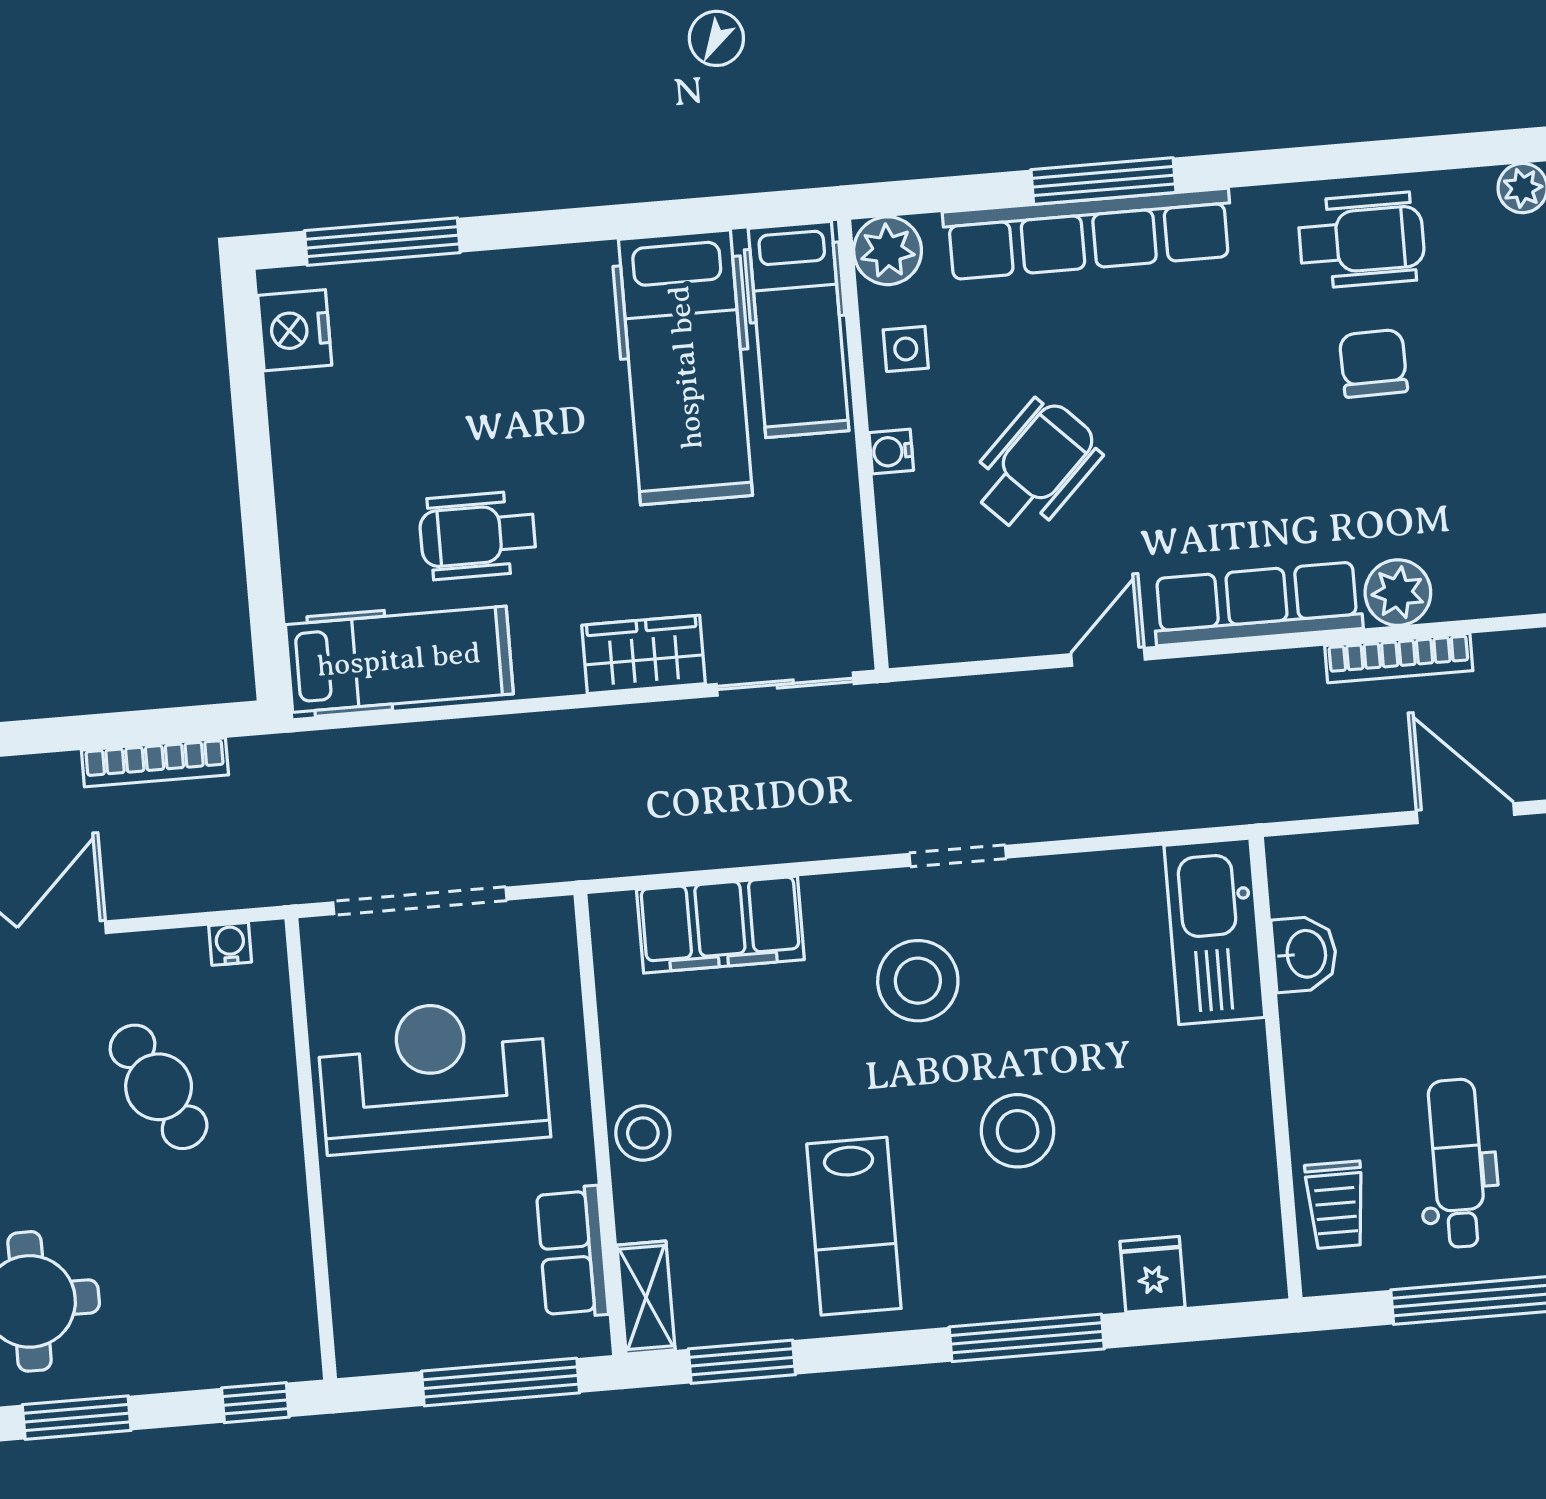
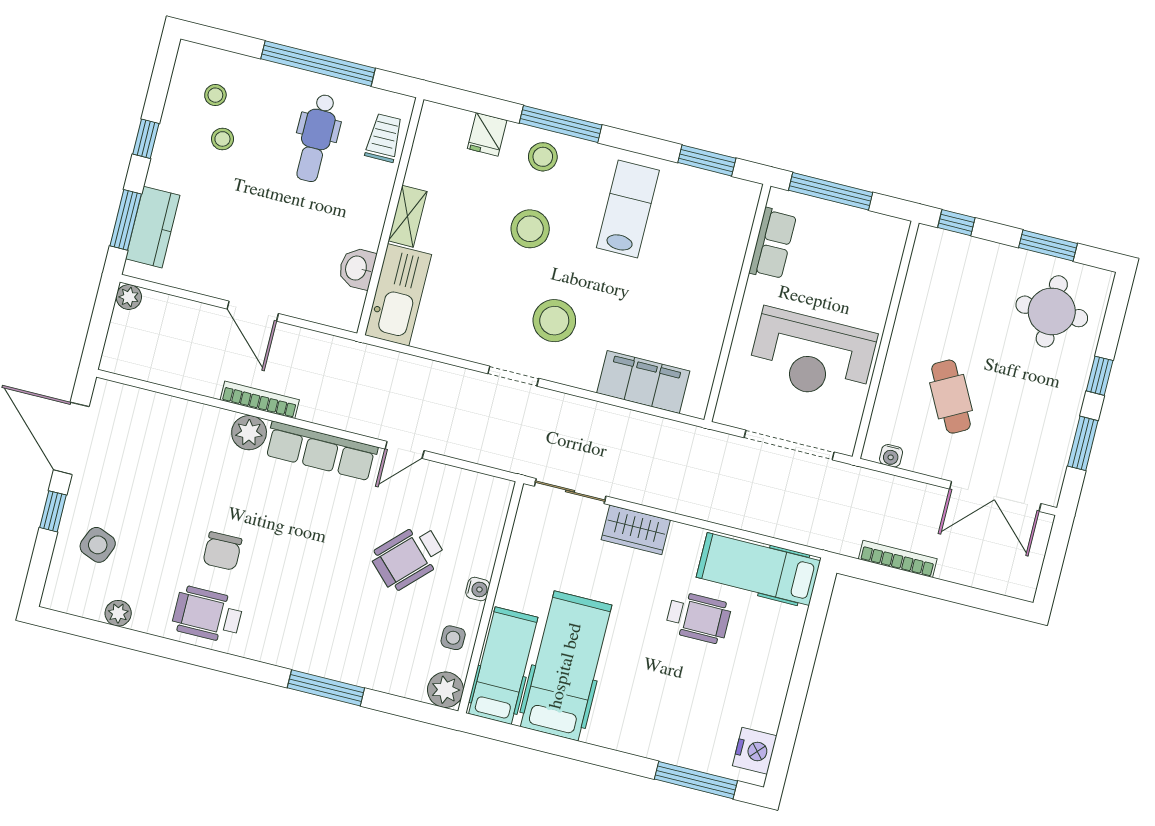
row of seats: (1088, 234) -> (343, 664), removed
stool: (643, 1133) -> (543, 157), moved
shelving: (646, 1297) -> (408, 216), moved

